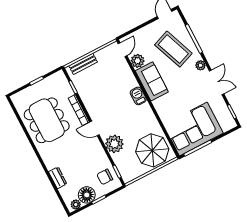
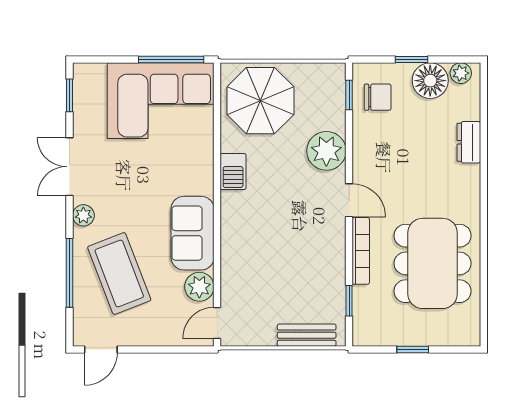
barbecue: (138, 96) -> (233, 172), moved

